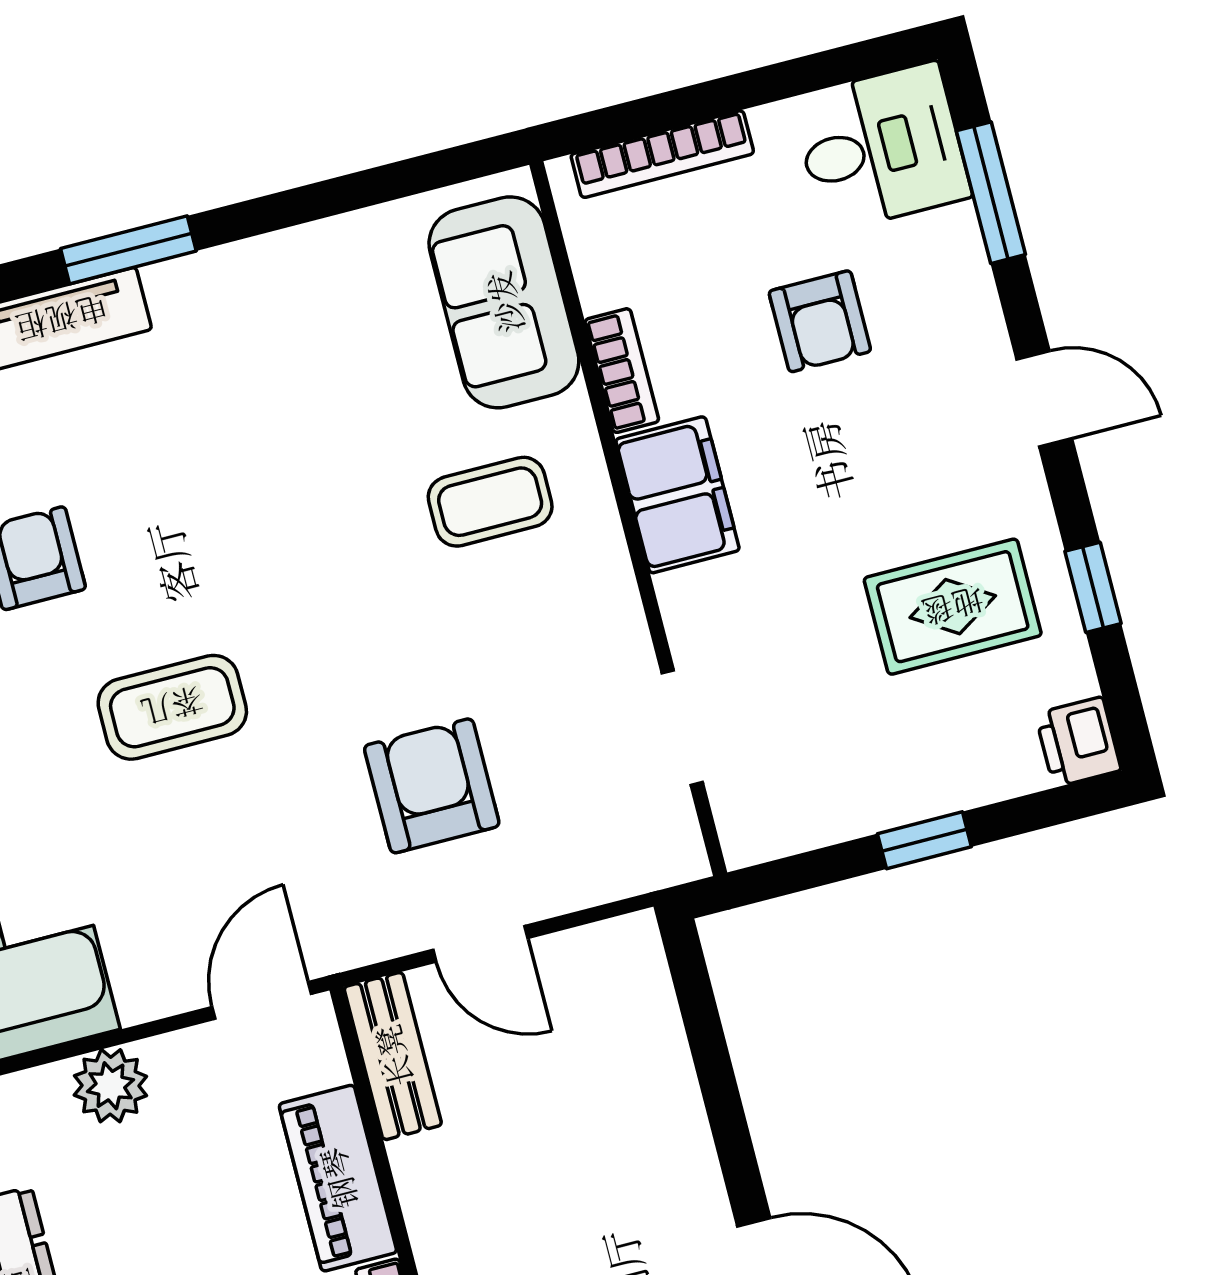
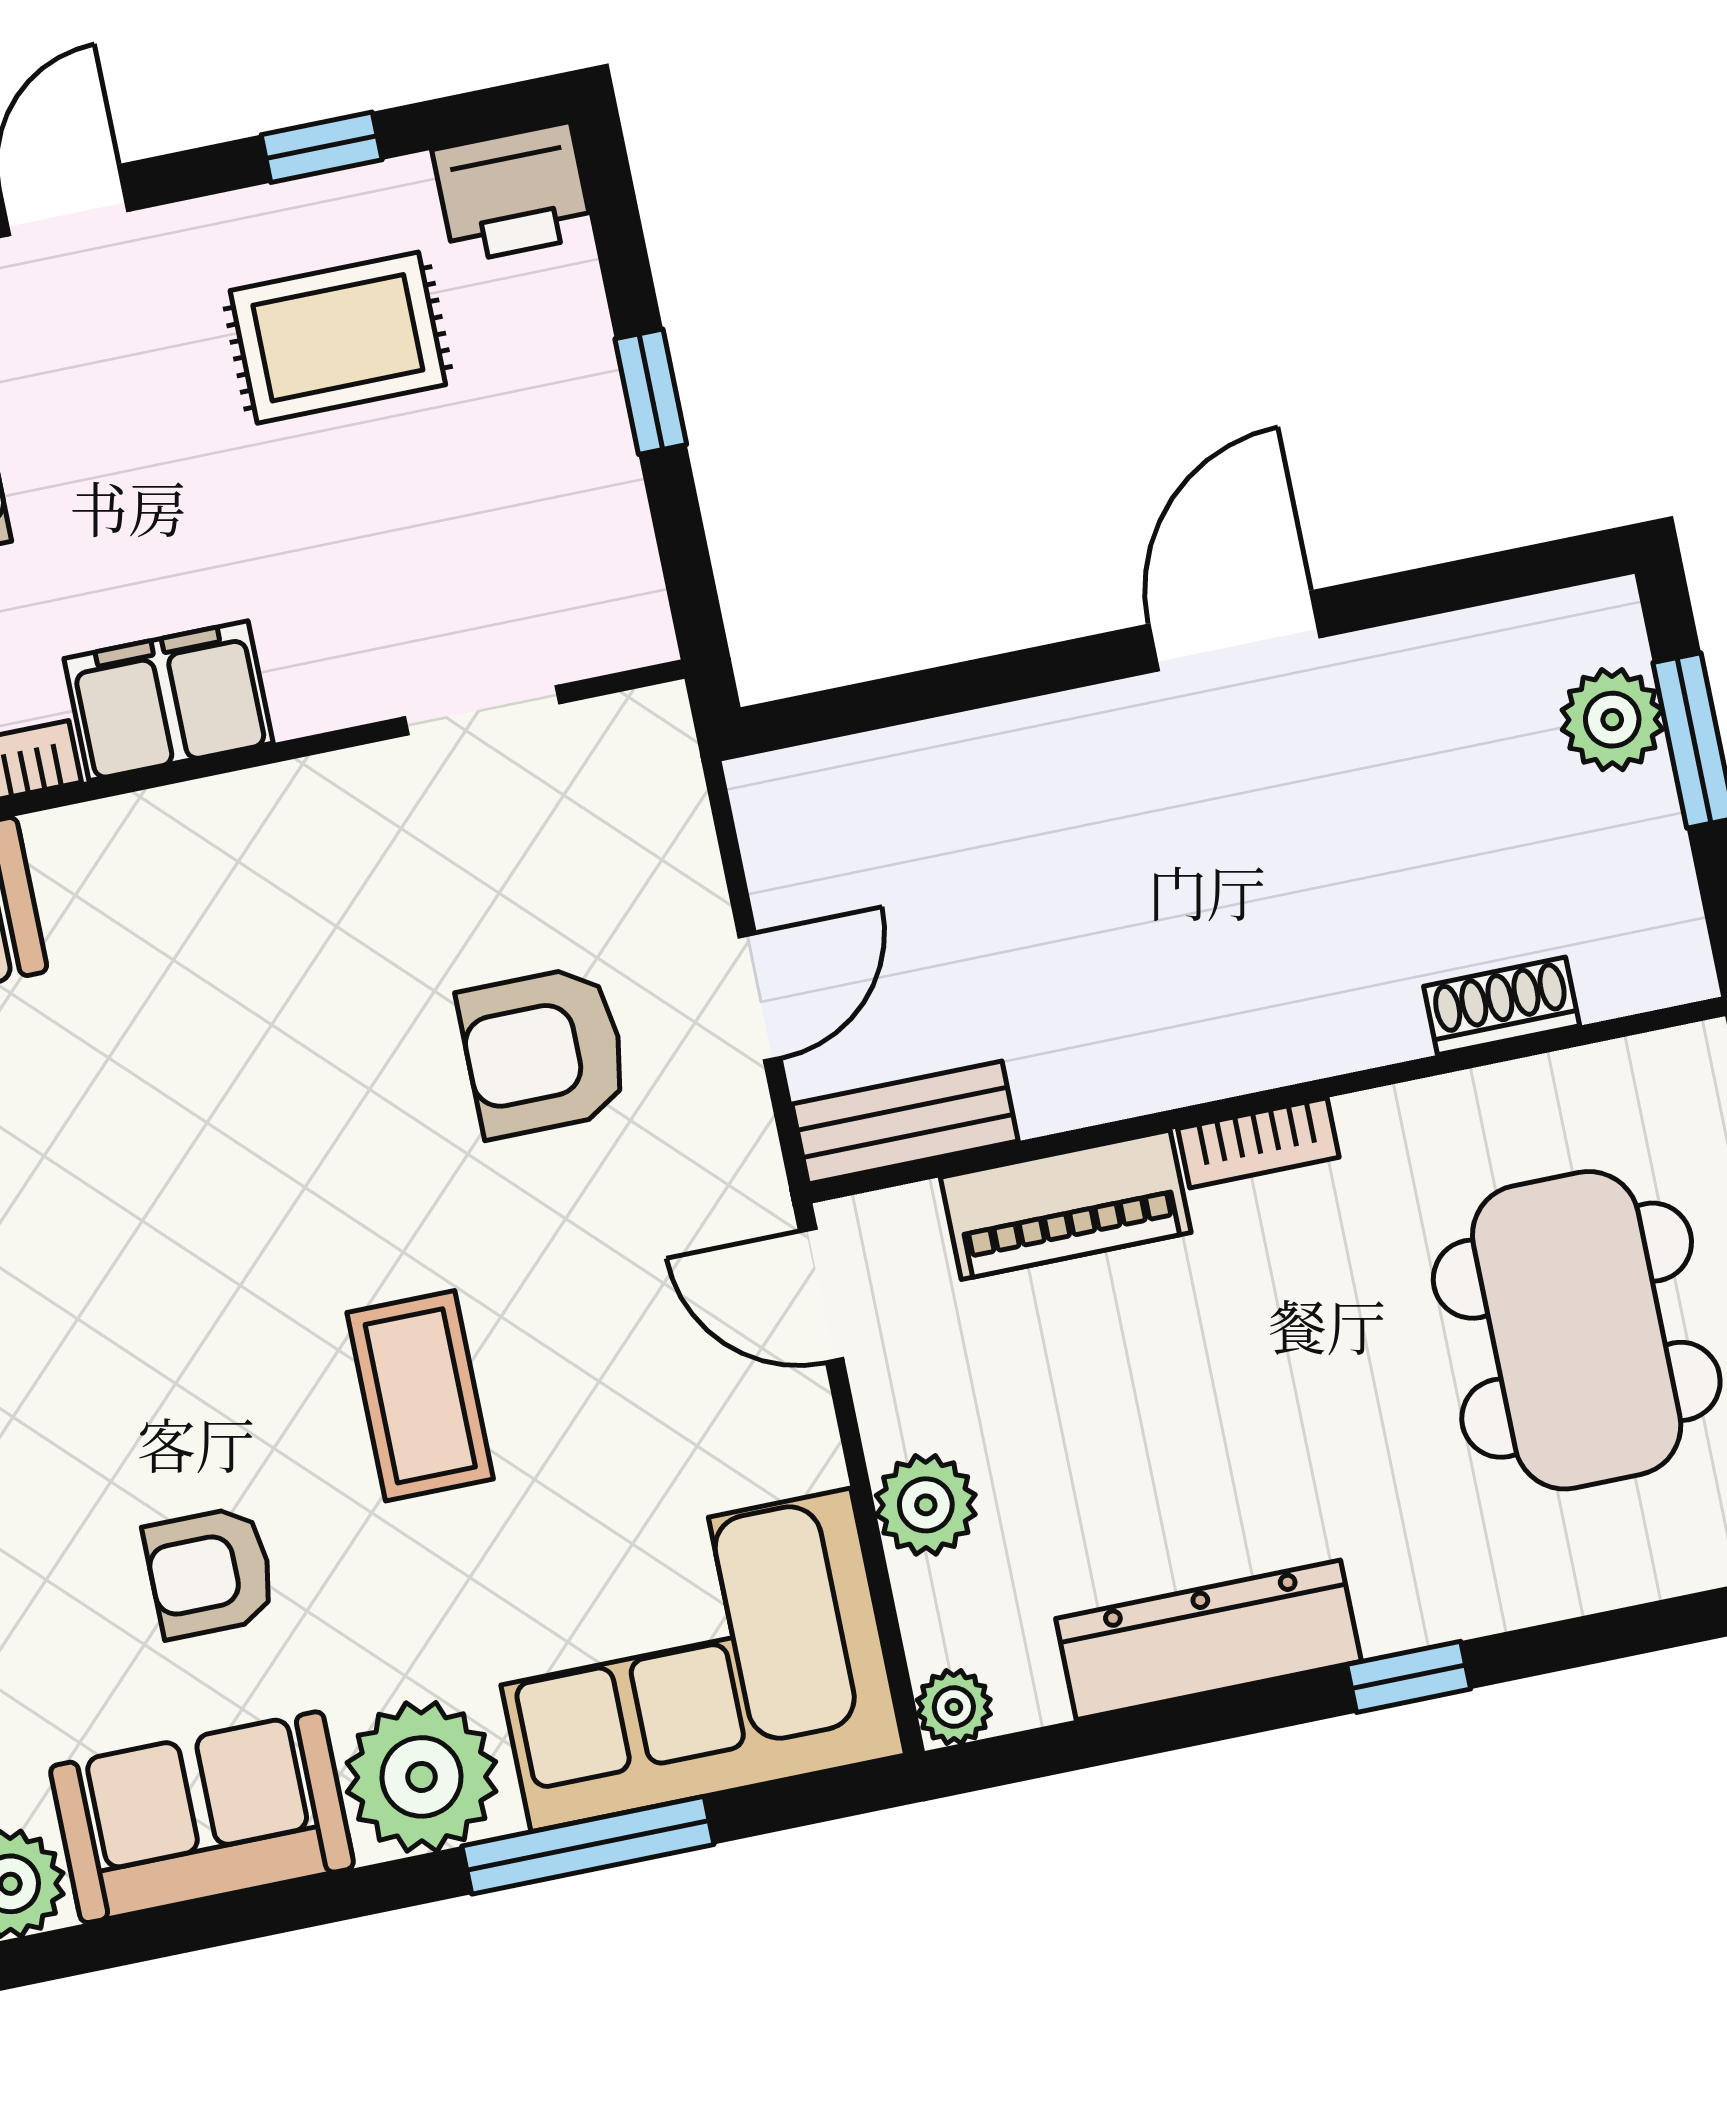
coffee table: (490, 502) -> (165, 954), removed
rug: (953, 607) -> (338, 338), turned 90
printer: (1078, 742) -> (513, 193), width x1.36, depth x1.24

